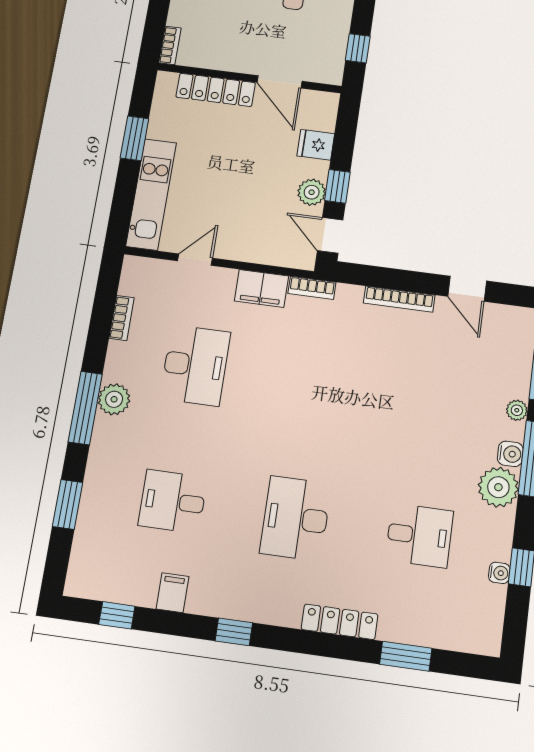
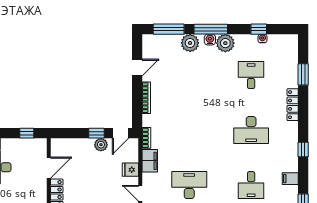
fridge: (316, 145) -> (130, 170), moved, turned 90
plant: (517, 410) -> (190, 43), width x1.88, depth x1.88

